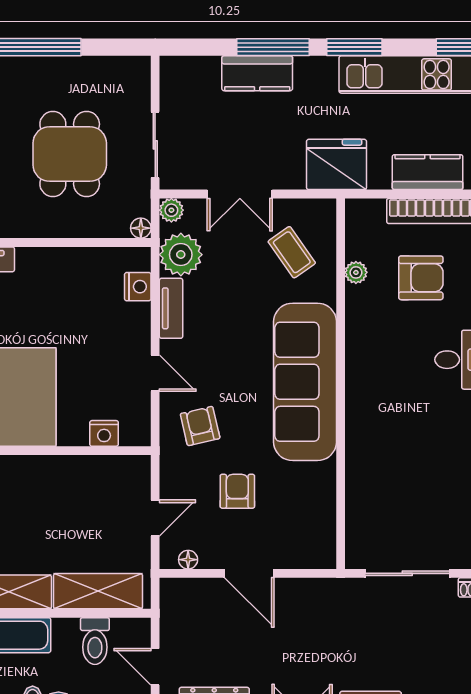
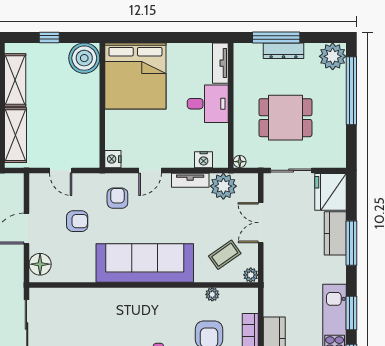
window: (354, 47) -> (351, 313), moved
fridge: (336, 164) -> (331, 192), moved, turned 180
plant: (171, 210) -> (251, 275), moved
desk: (47, 280) -> (208, 104), added
armchair: (200, 426) -> (117, 198), turned -77
nightstand: (104, 433) -> (113, 159), moved
floor lamp: (188, 560) -> (40, 264), moved, width x1.89, depth x1.89

